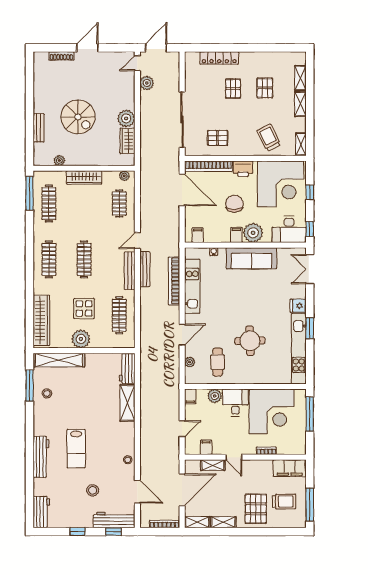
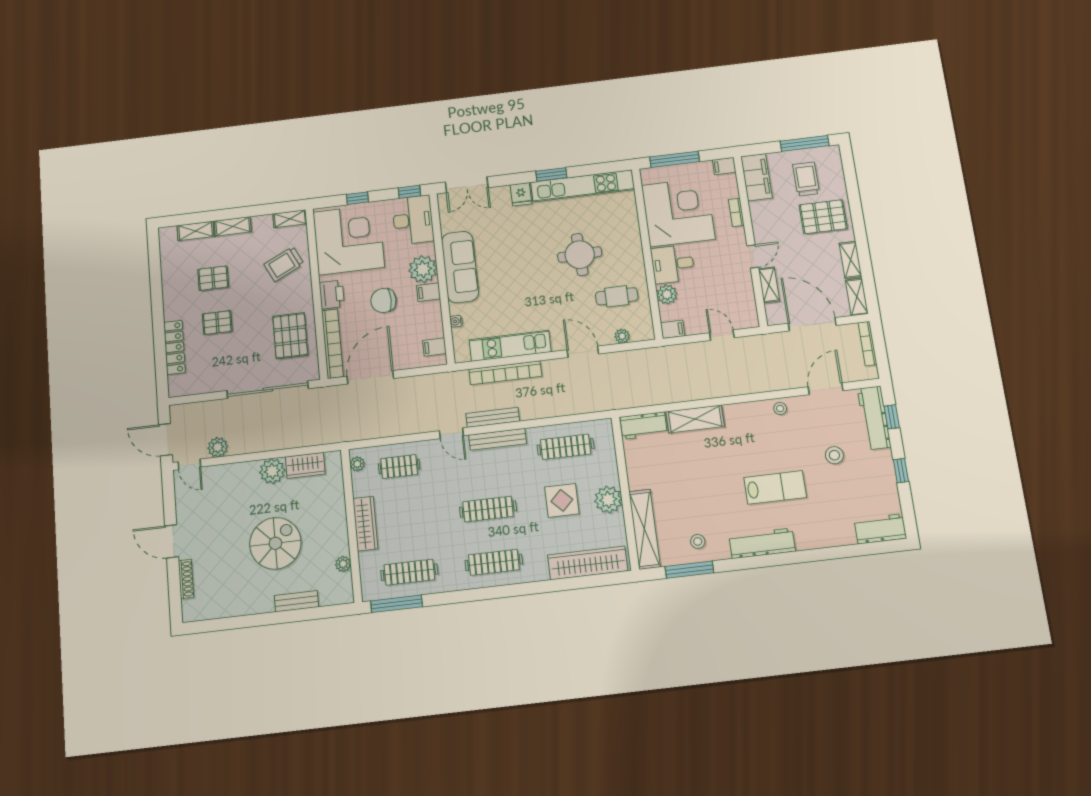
pallet: (218, 138) -> (290, 336), width x1.50, depth x1.42
filing cabinet: (206, 447) -> (724, 166), moved
workbench: (41, 457) -> (762, 543), moved

